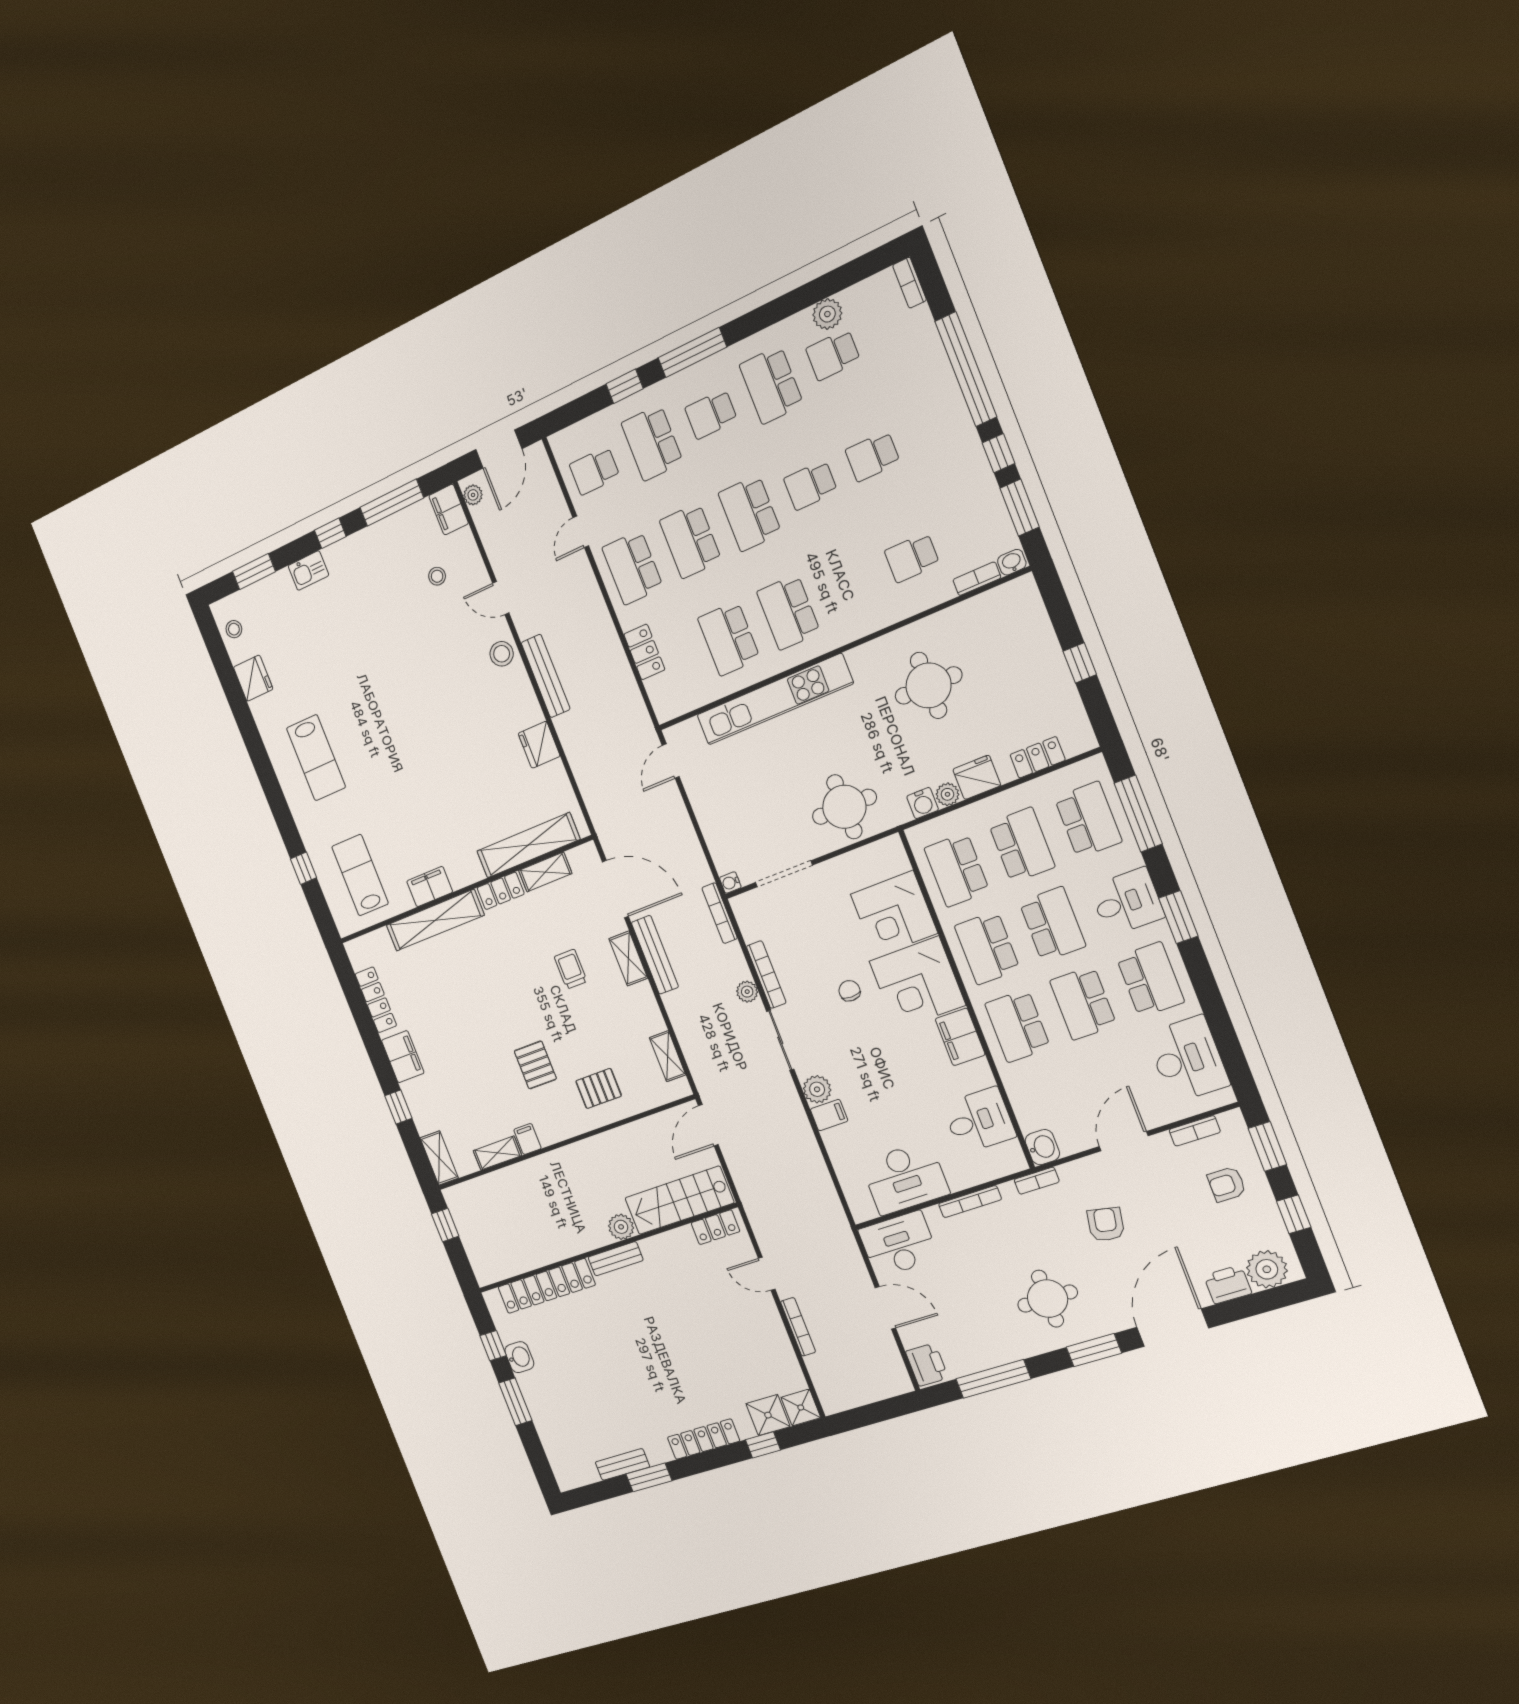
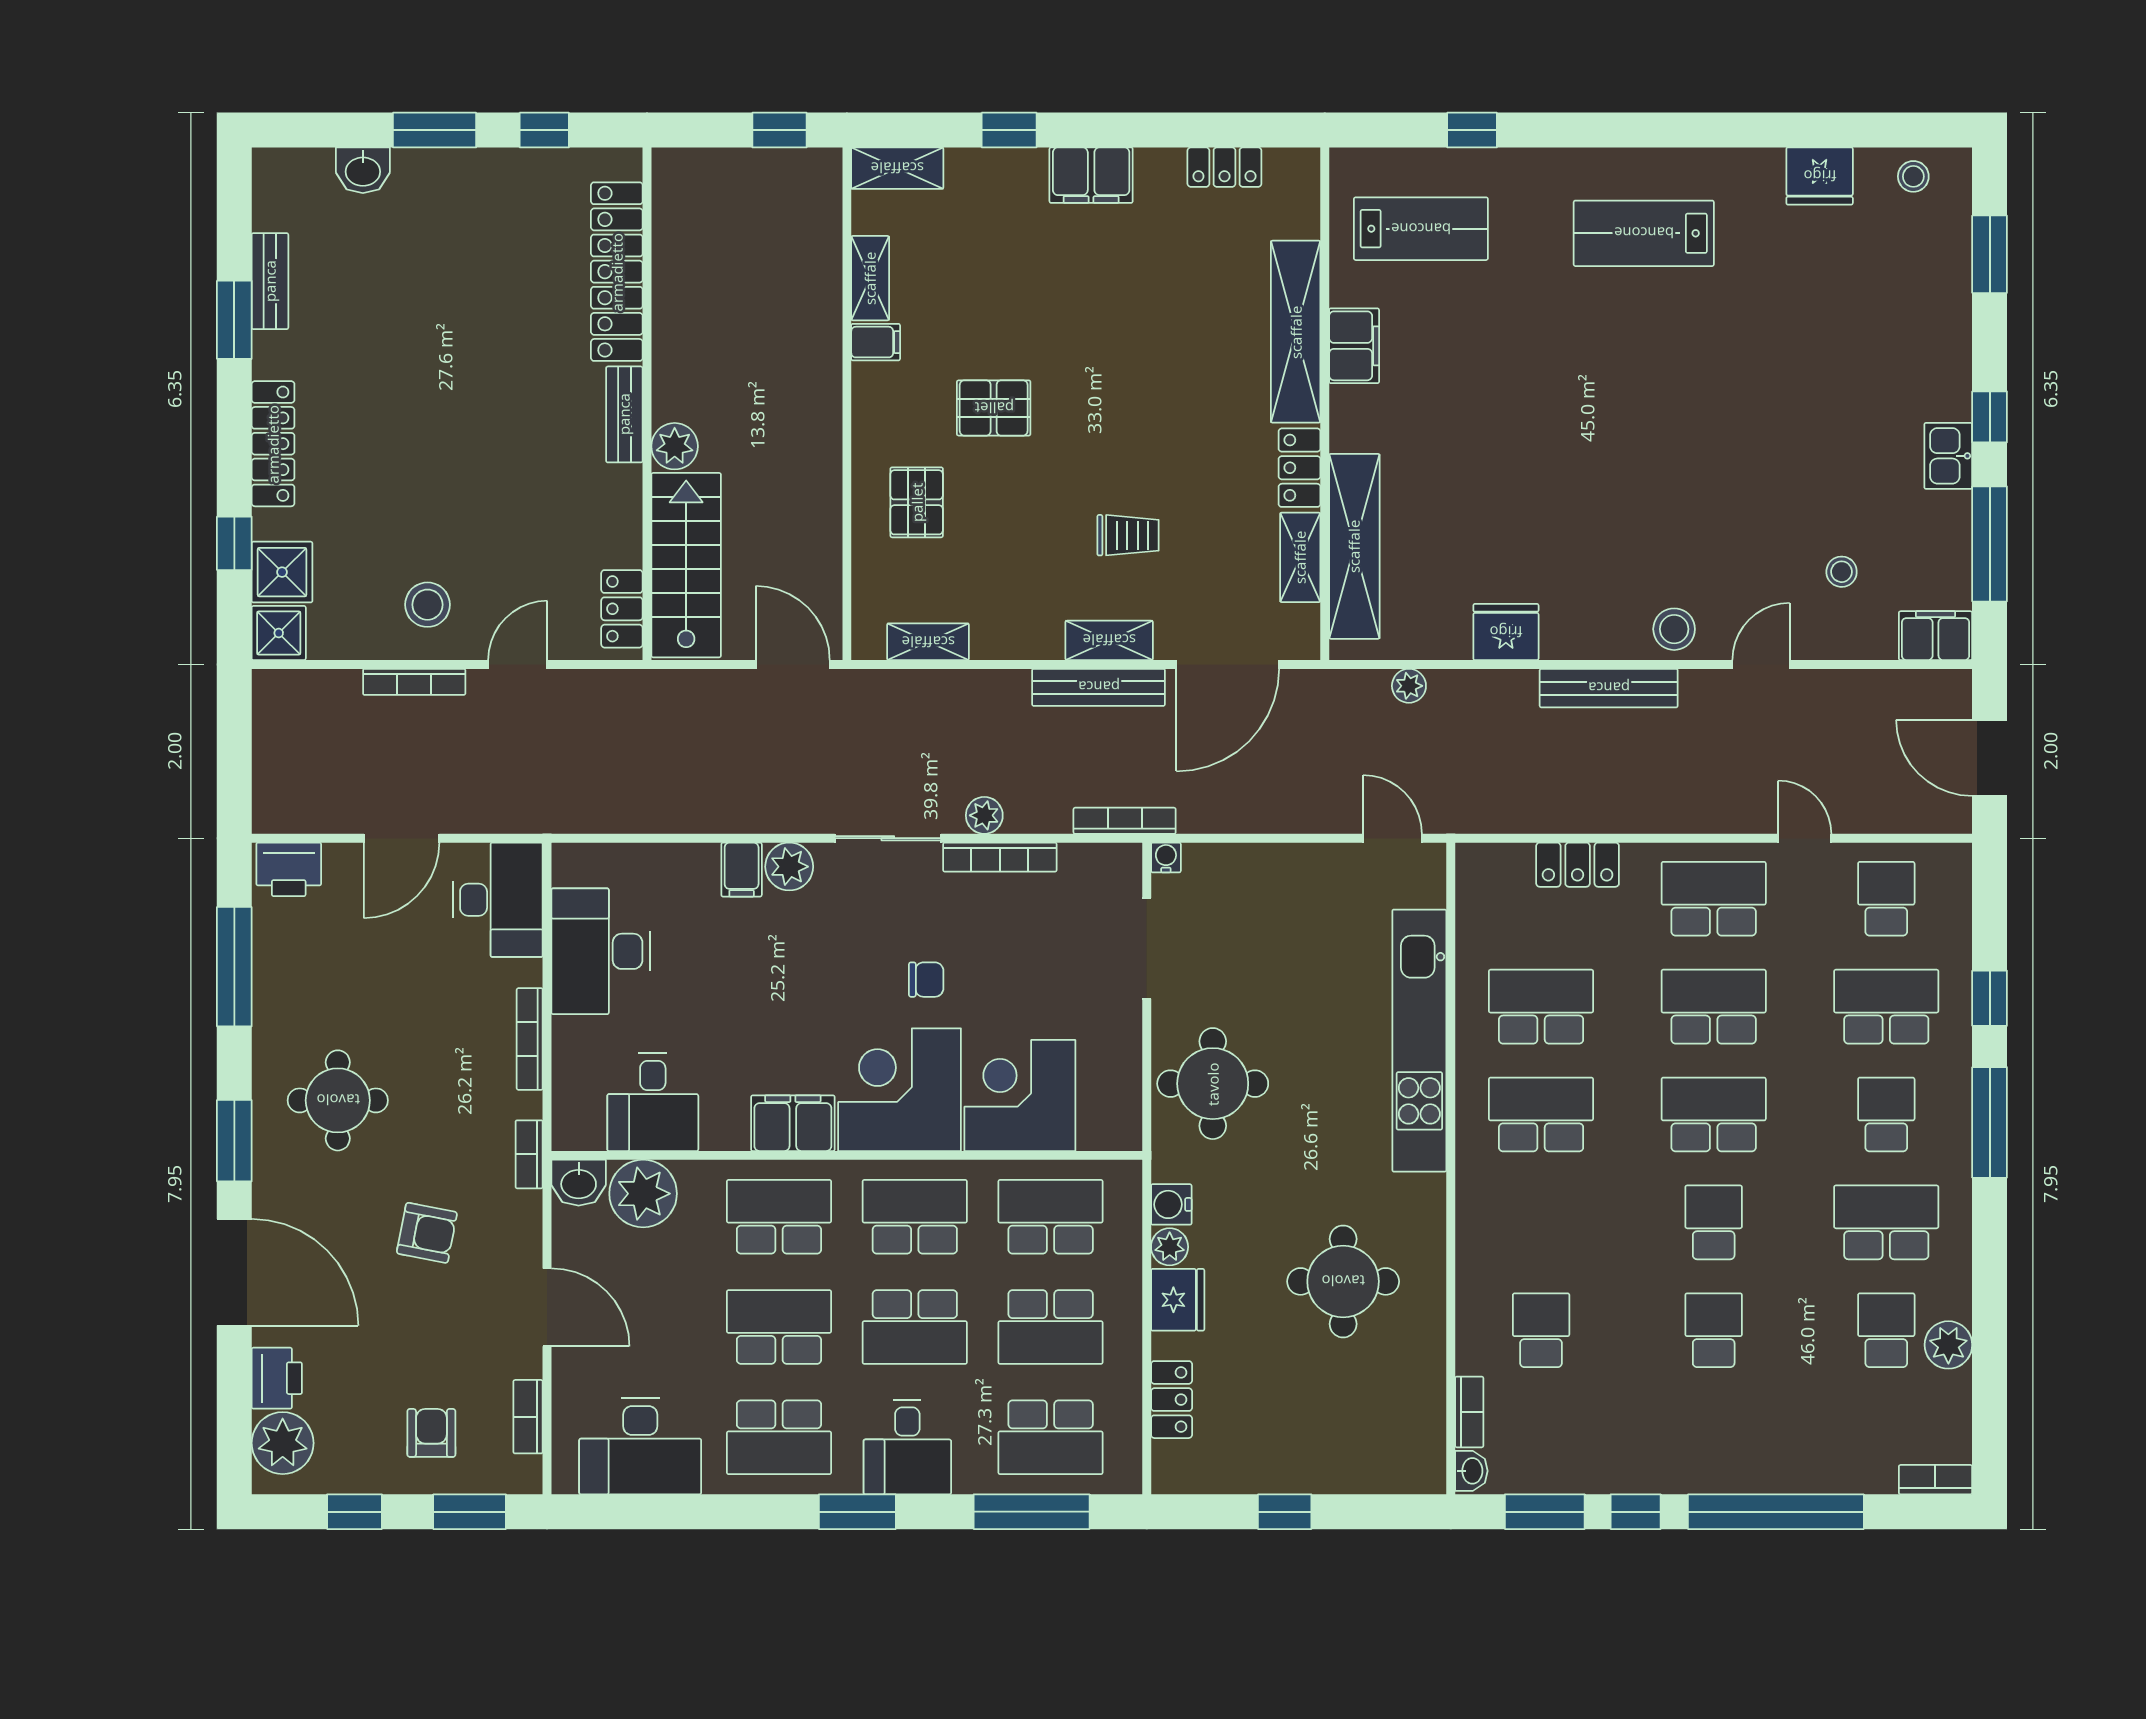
plant: (473, 495) -> (1409, 686), moved
kitchen sink: (308, 571) -> (1948, 456), moved
locker: (376, 1000) -> (1224, 167), width x0.66
plant: (1034, 1108) -> (643, 1194), added
stool: (754, 1332) -> (427, 605), added
washbasin: (519, 1357) -> (363, 170), moved

